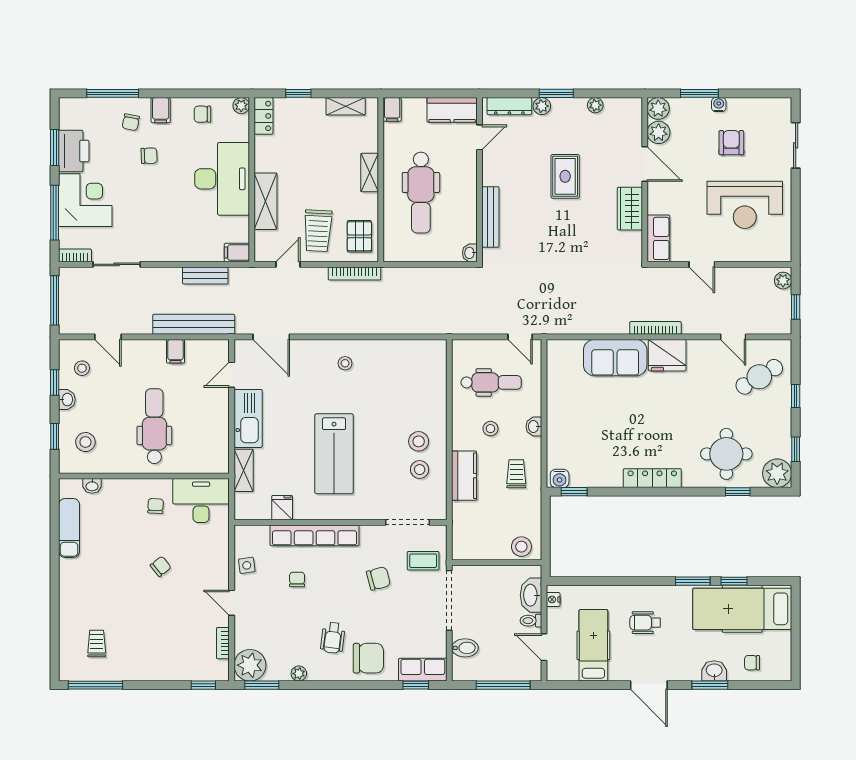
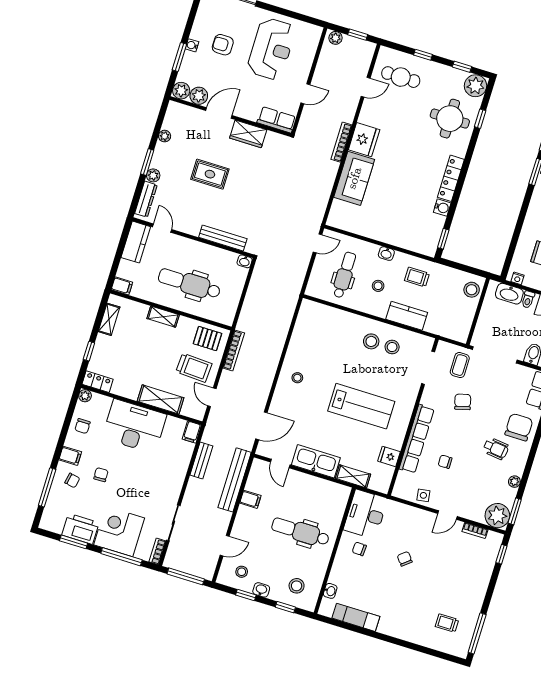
dental chair: (421, 193) -> (189, 284), turned 180
cafe table: (759, 377) -> (401, 77), turned -59
water cooler: (560, 478) -> (442, 208), moved

